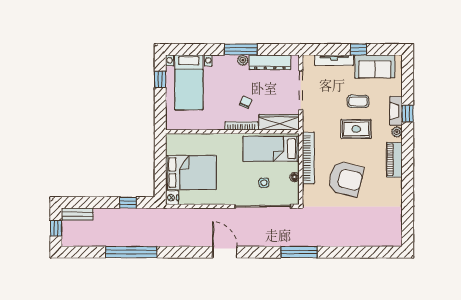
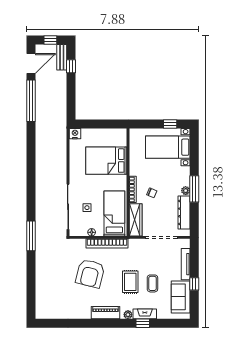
bed: (191, 172) -> (106, 161), moved, turned 90
window: (128, 203) -> (71, 66), moved
door: (225, 252) -> (31, 63), moved

